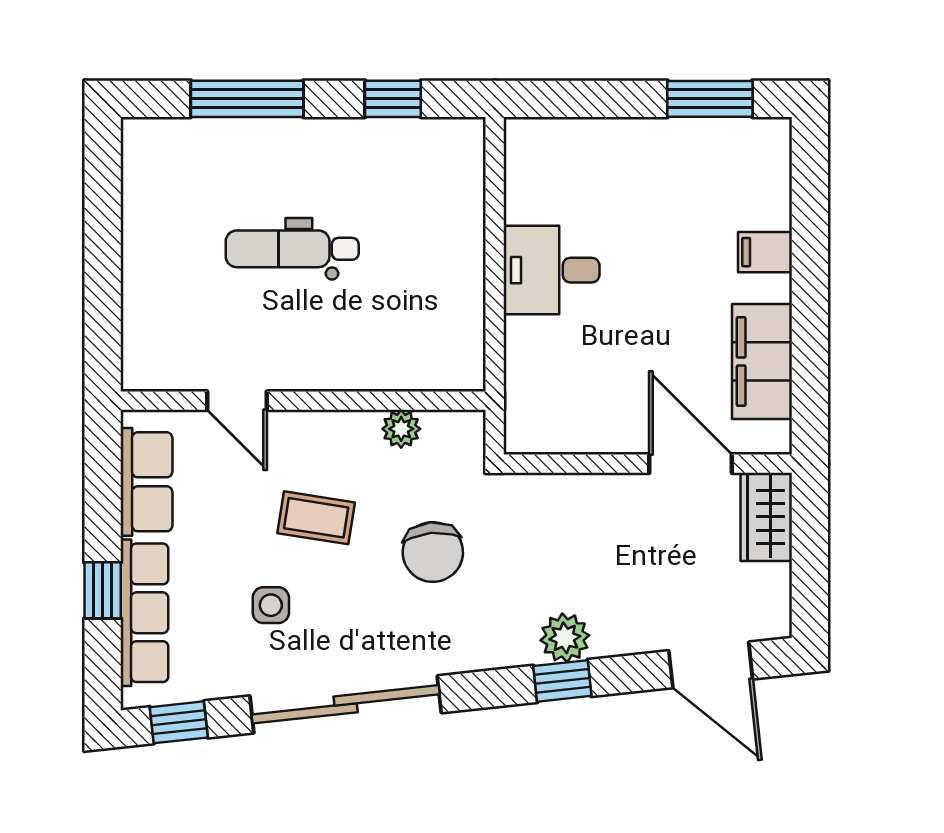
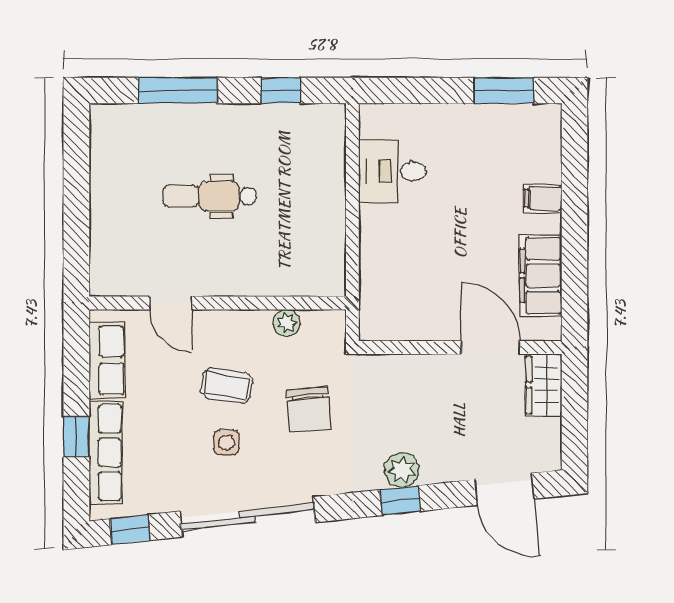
desk: (551, 270) -> (392, 171), moved
side table: (271, 605) -> (226, 442), moved

